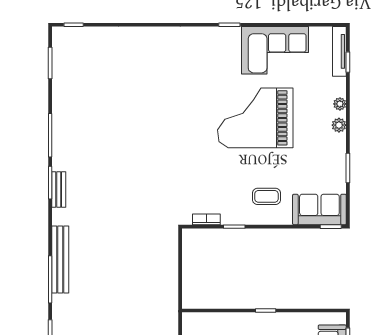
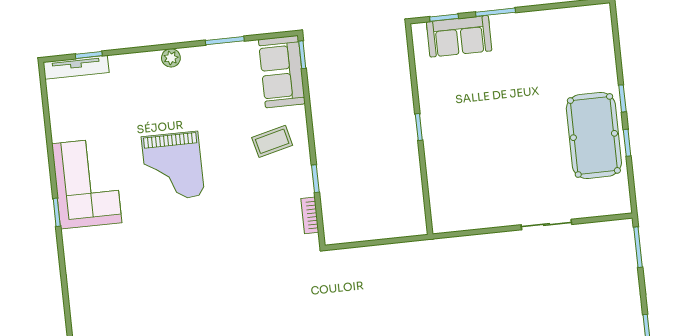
corner sofa: (275, 50) -> (87, 183), moved
plant: (340, 104) -> (144, 60), removed
grand piano: (255, 118) -> (173, 166), width x0.73, depth x0.68
coffee table: (266, 196) -> (272, 141), turned 76

